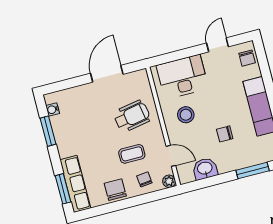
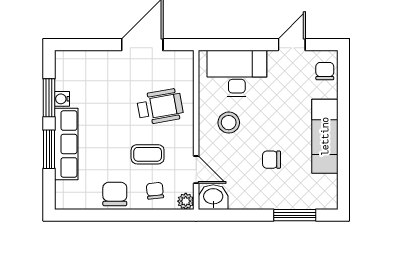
chair: (247, 58) -> (325, 71), turned 180
water cooler: (53, 110) -> (62, 99), moved
washbasin: (205, 169) -> (213, 197), moved
row of seats: (75, 184) -> (66, 144), moved
window: (63, 189) -> (49, 149), moved

